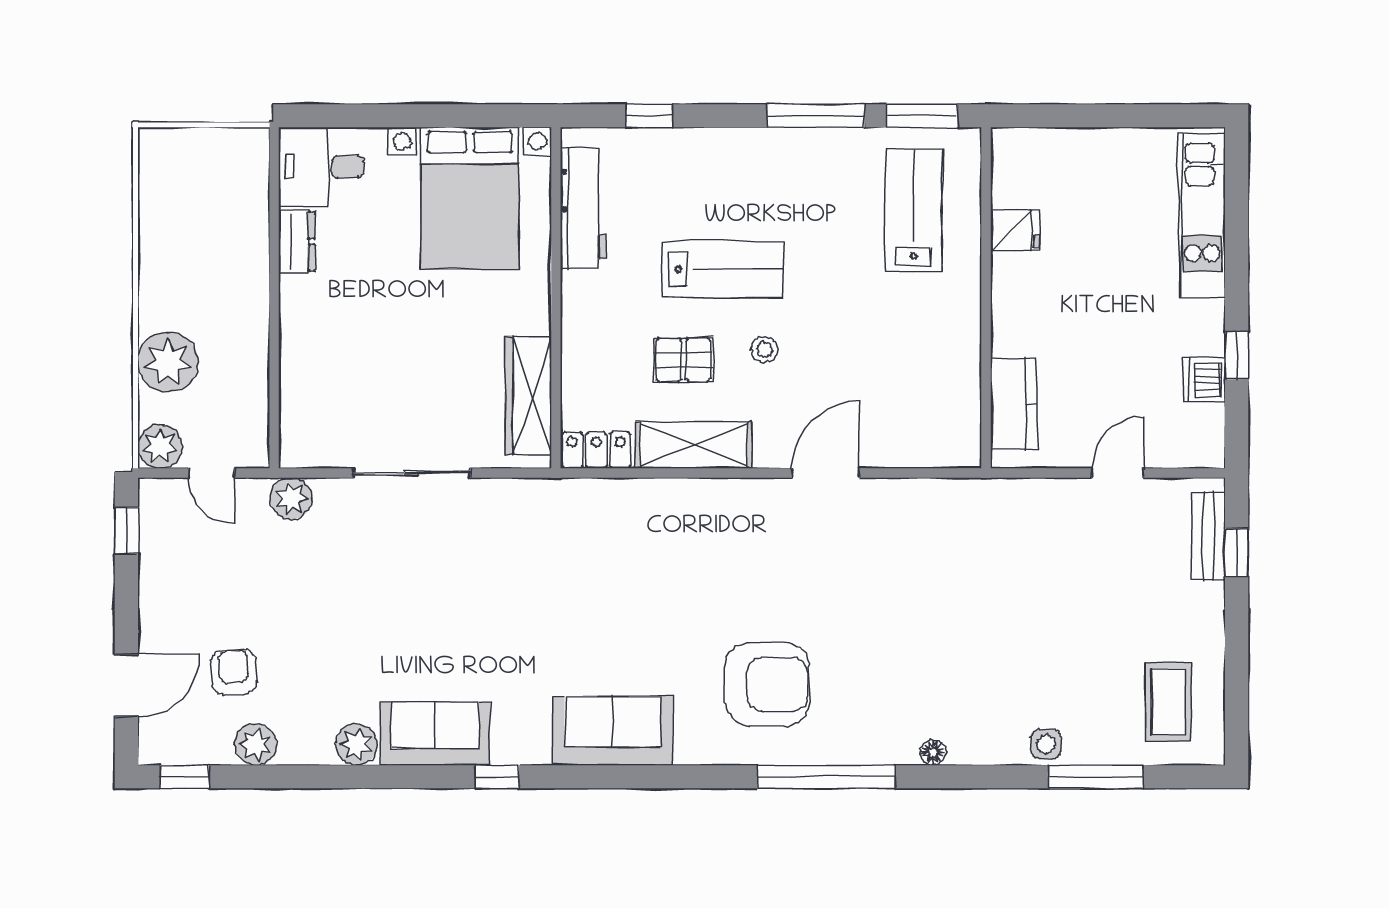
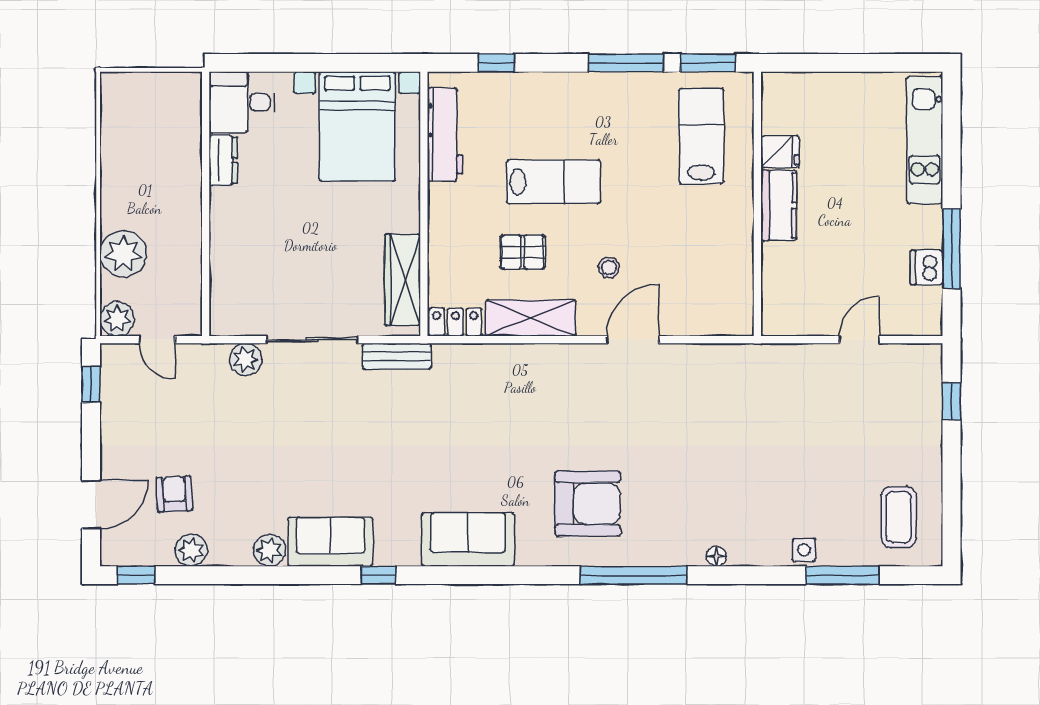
stool: (764, 349) -> (609, 268), moved
window: (1237, 355) -> (952, 249), width x2.17
kitchen counter: (1014, 404) -> (779, 205), moved
plant: (291, 498) -> (246, 359), moved
bench: (1208, 536) -> (397, 356), moved, turned 90

